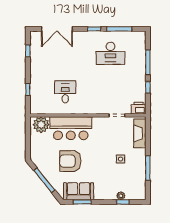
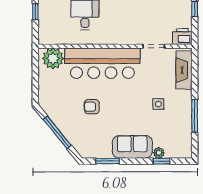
bar counter: (71, 128) -> (102, 63), width x1.36
armchair: (70, 161) -> (92, 107), width x0.53, depth x0.53
sofa: (79, 191) -> (132, 147), moved

